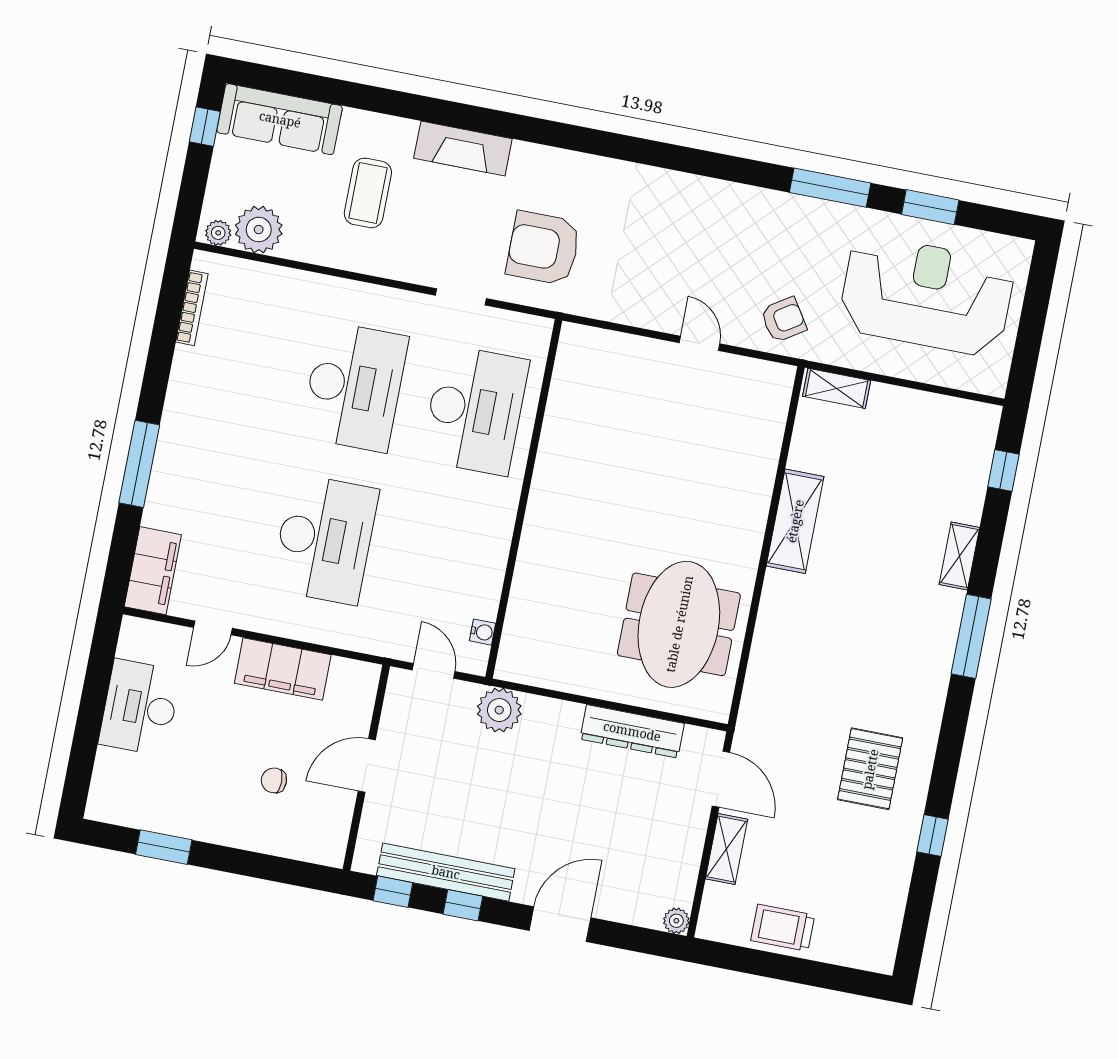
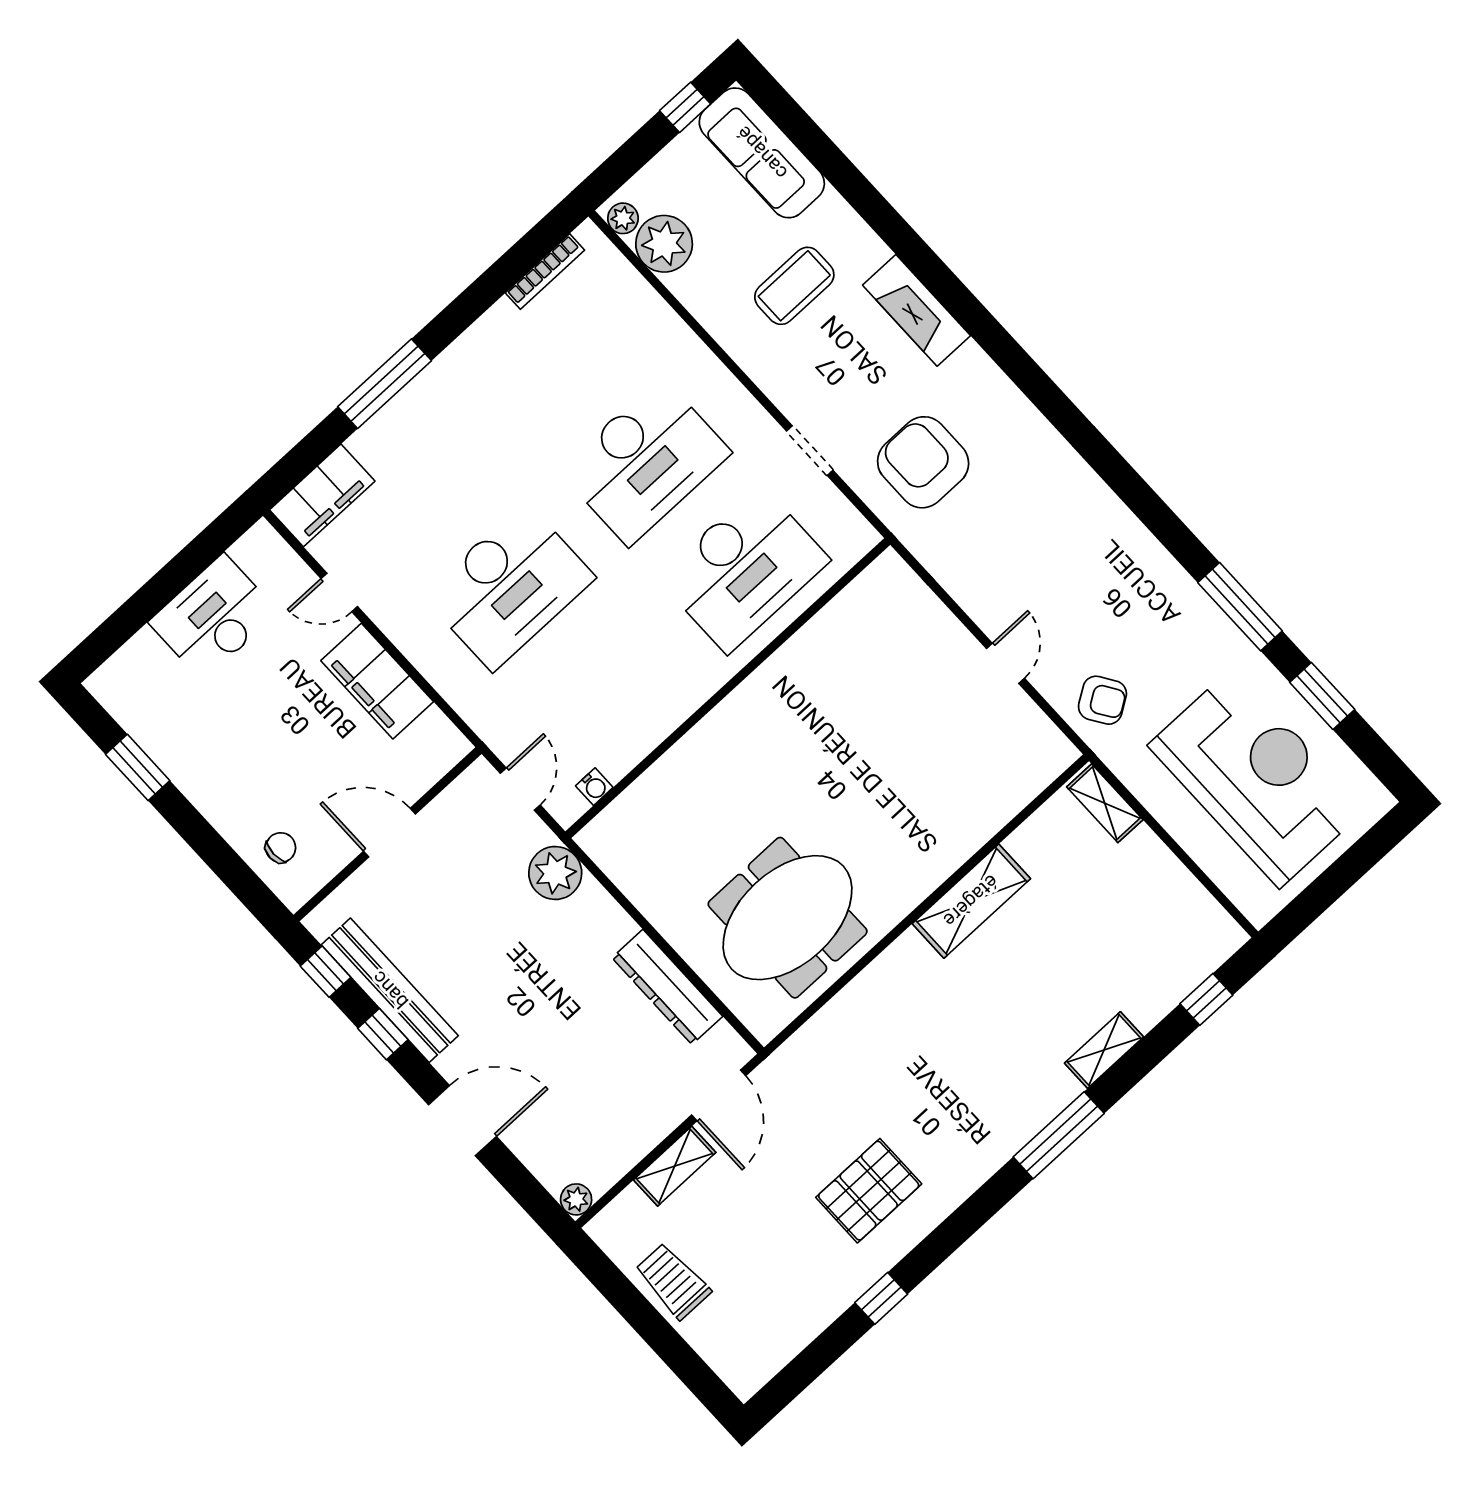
chair: (274, 780) -> (281, 848), moved, turned 90

